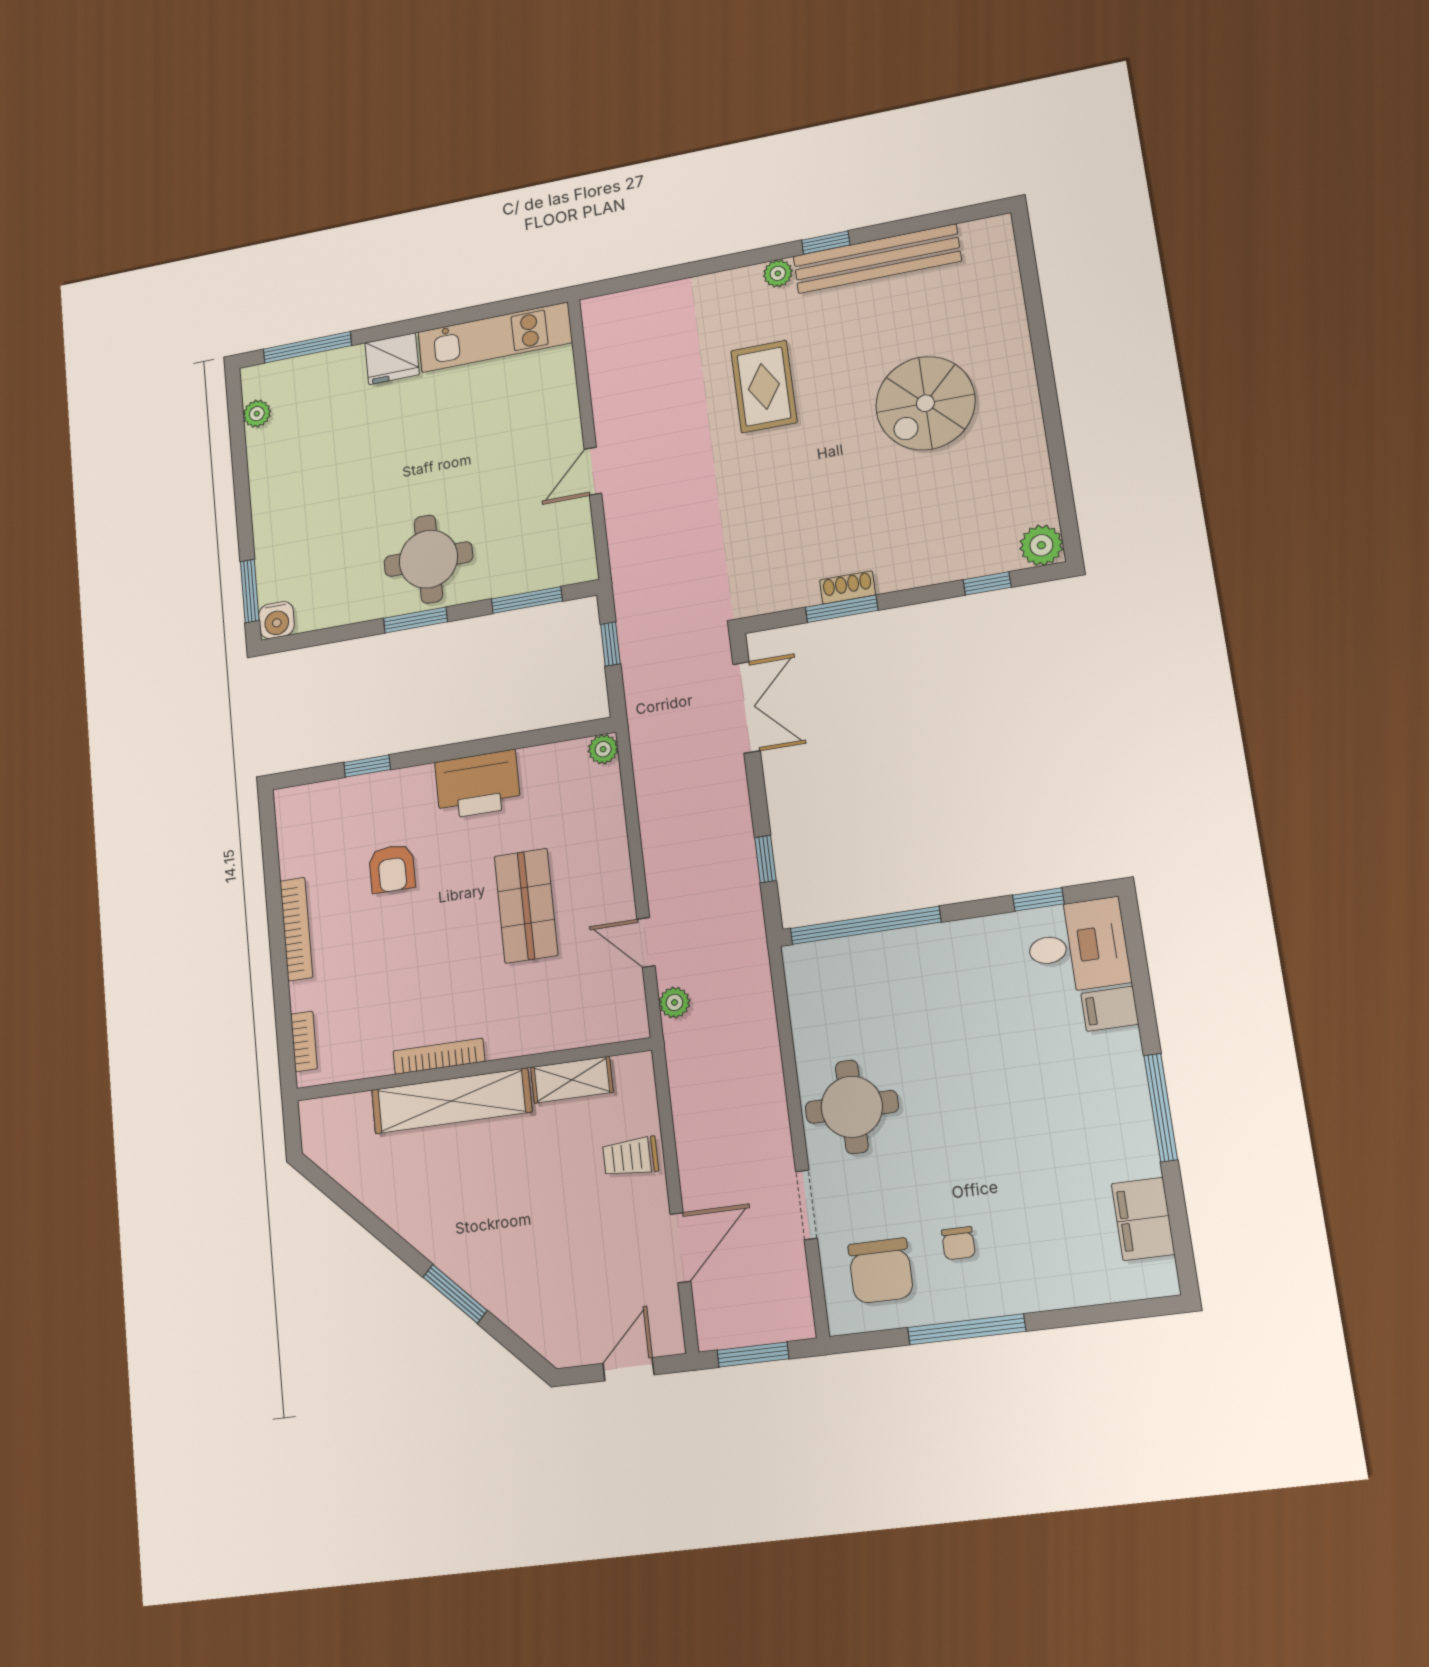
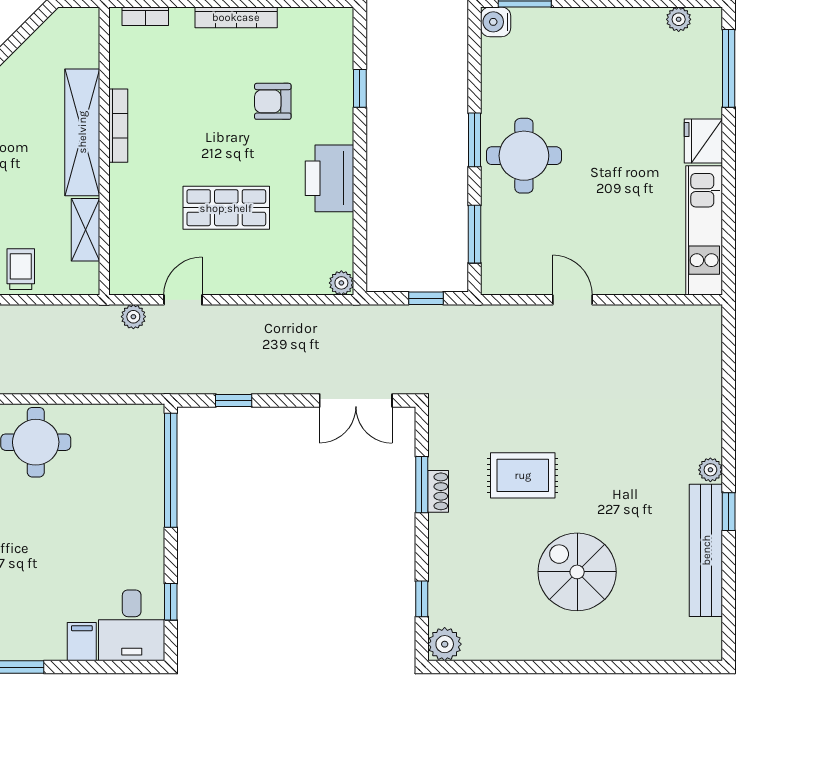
rug: (764, 387) -> (523, 475), moved

